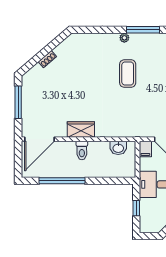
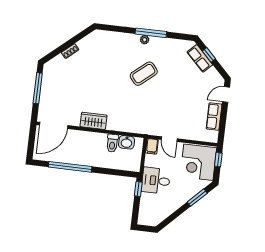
window: (143, 30) -> (151, 33), moved
coffee table: (128, 74) -> (144, 74), turned 50
toilet: (82, 150) -> (112, 143), moved
window: (136, 208) -> (138, 189), moved

